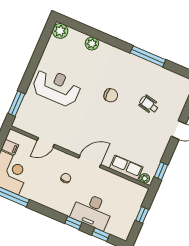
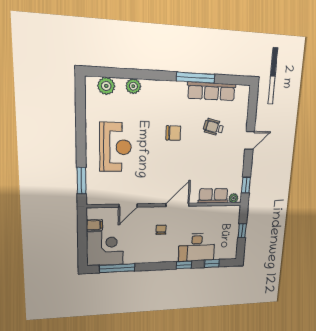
plant: (60, 31) -> (106, 86), moved
row of seats: (158, 73) -> (212, 91), added
reception desk: (57, 87) -> (116, 147), turned 90

